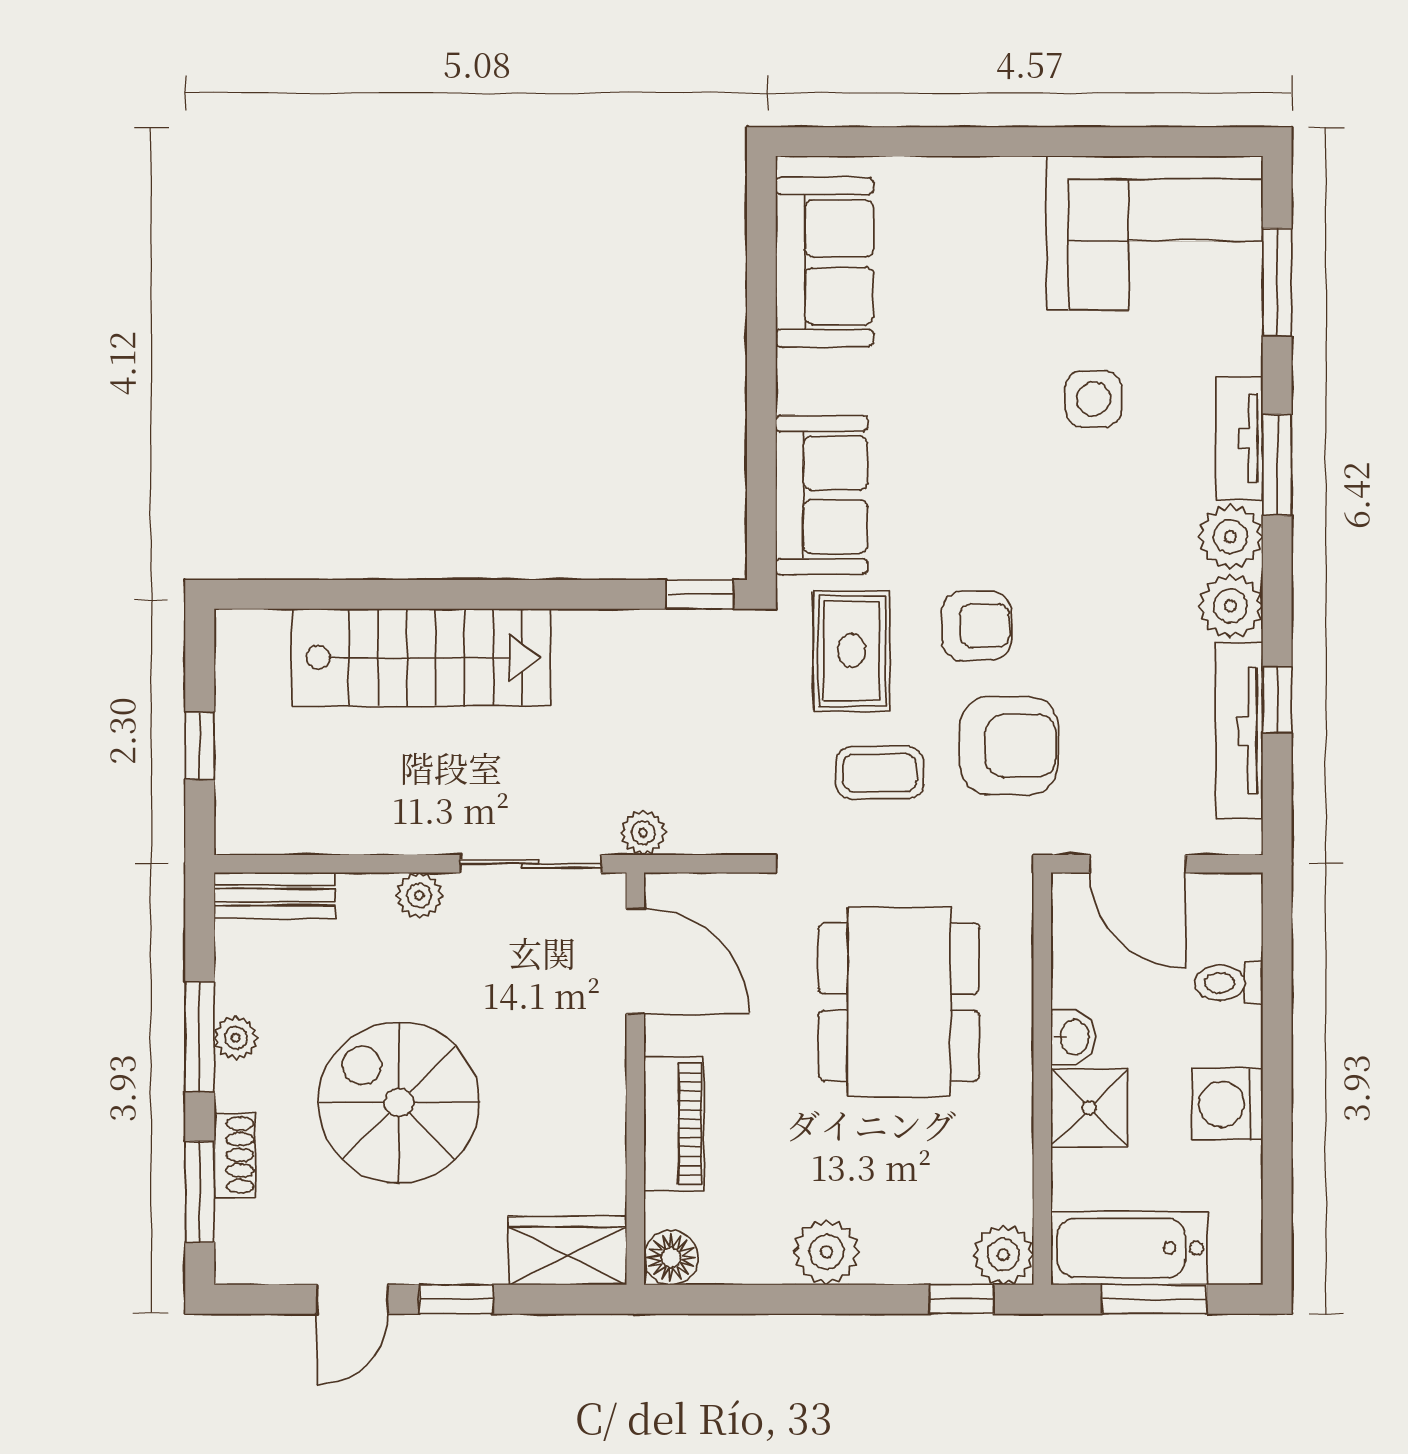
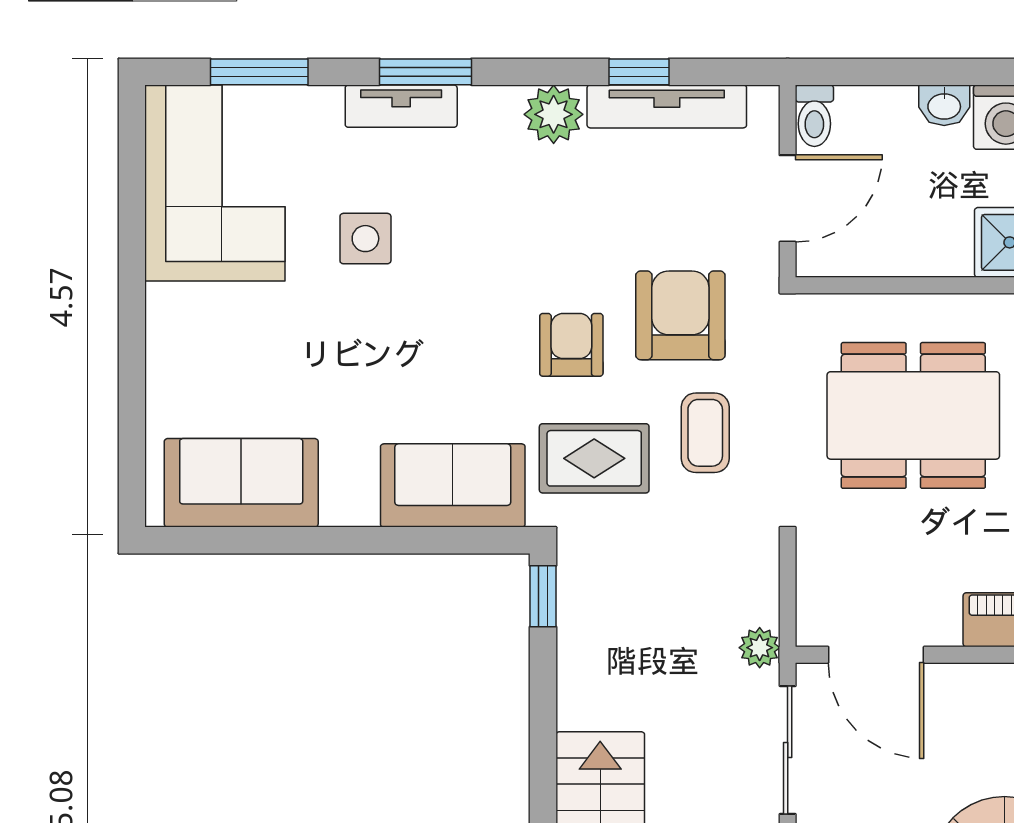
plant: (1230, 537) -> (491, 114), removed
door: (635, 961) -> (876, 655), swing flipped
toilet: (1229, 983) -> (814, 116), moved
washbasin: (1073, 1037) -> (944, 105), moved, turned 180

